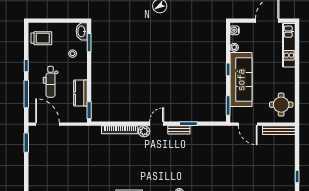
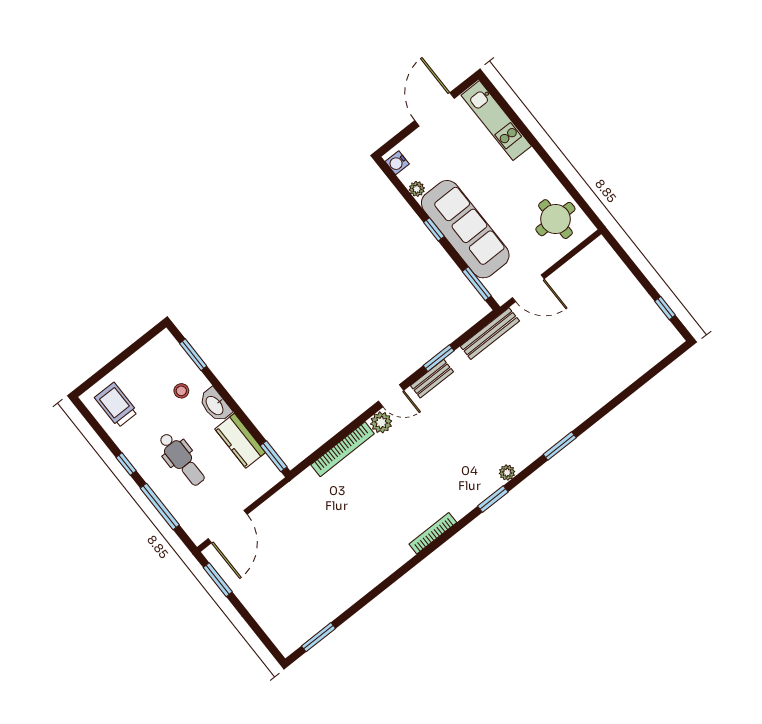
washbasin: (82, 31) -> (215, 405), moved
trolley: (41, 38) -> (116, 405), turned -90
door: (48, 124) -> (228, 527), swing flipped
door: (157, 124) -> (391, 396), swing flipped
bench: (279, 130) -> (490, 334), moved

